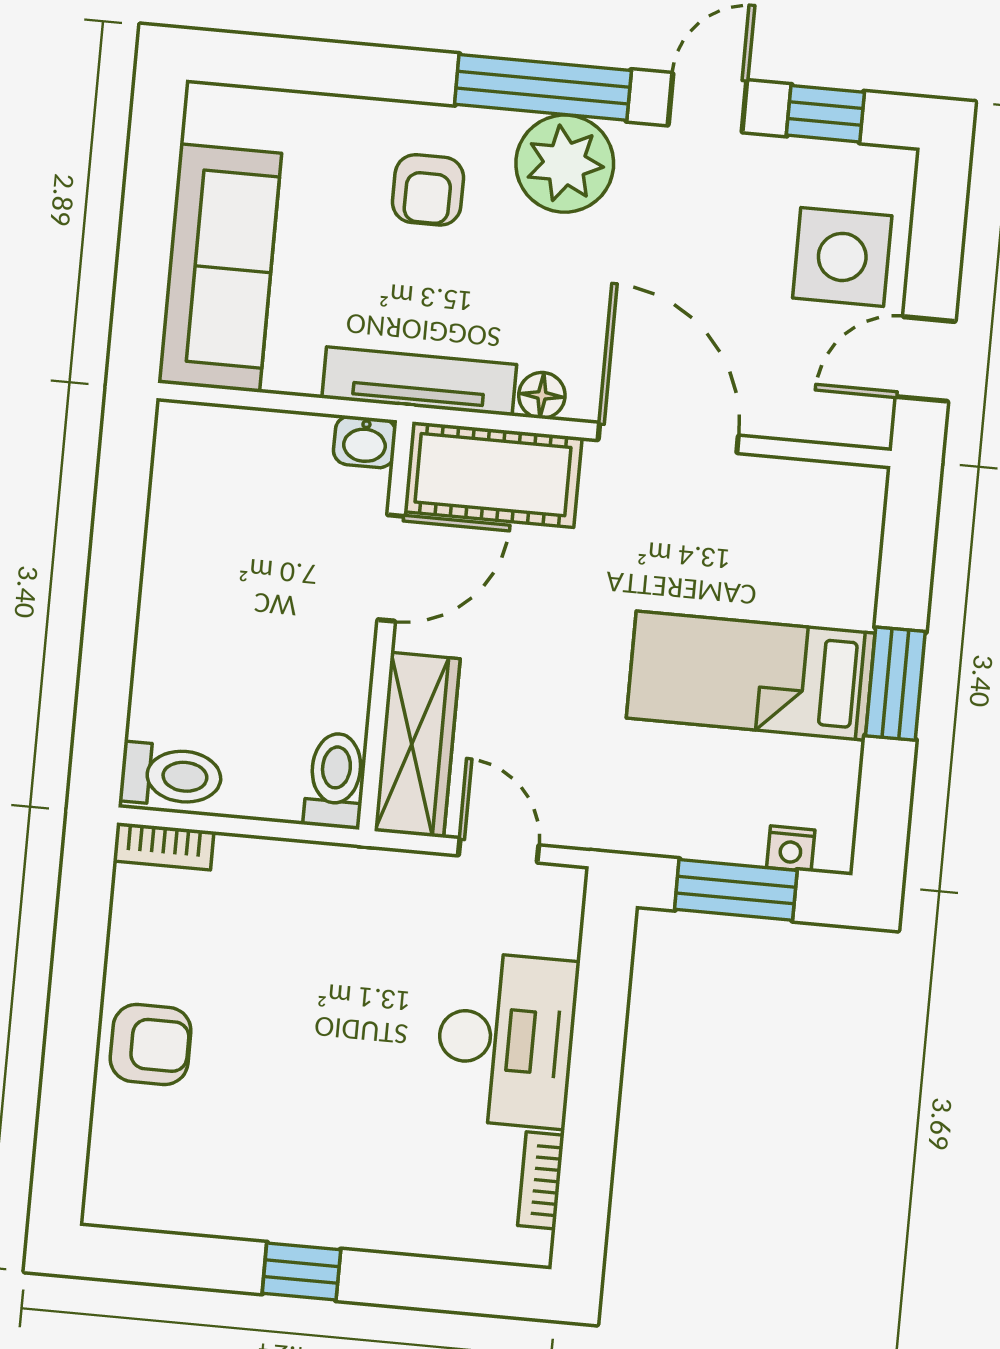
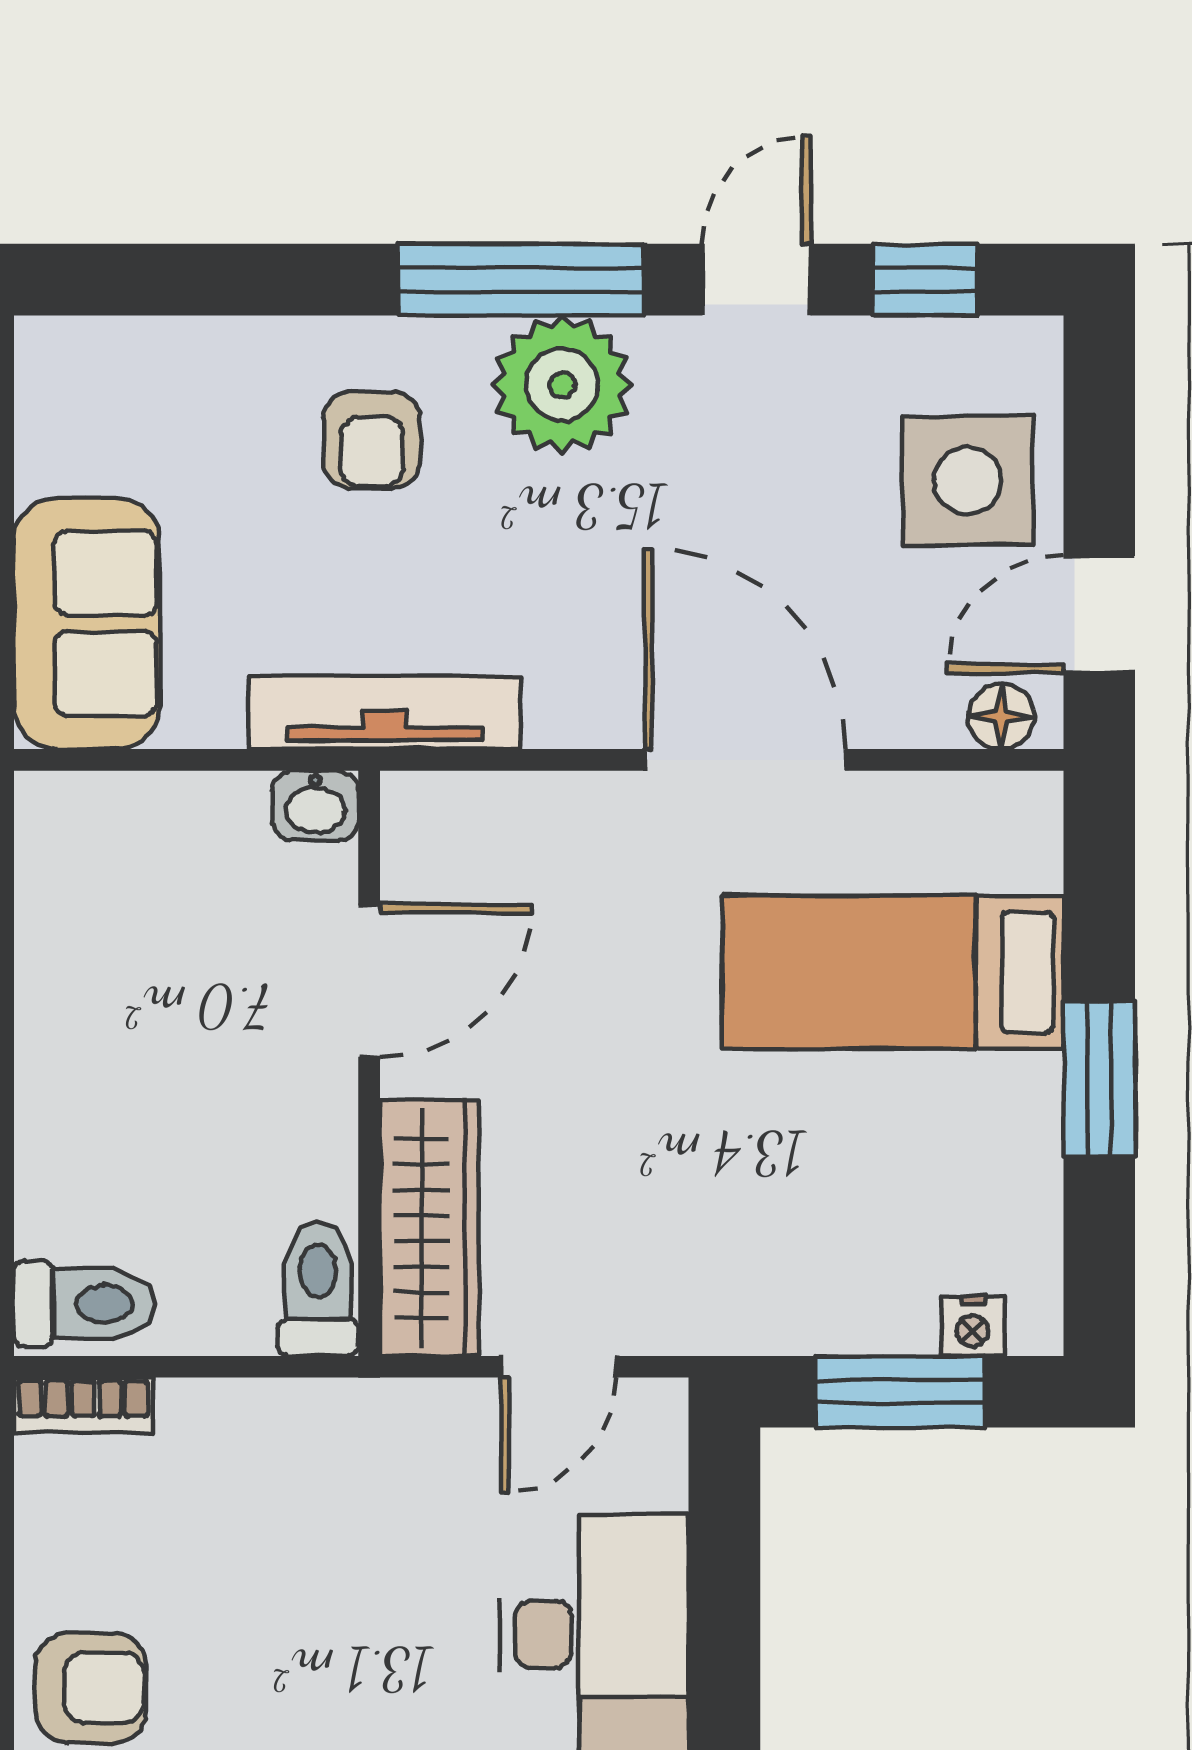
sofa: (220, 268) -> (87, 623), width x0.73
floor lamp: (542, 395) -> (1001, 716), moved
cot: (493, 475) -> (501, 835), removed
bed: (751, 676) -> (893, 972), moved
door: (499, 850) -> (559, 1367), swing flipped

